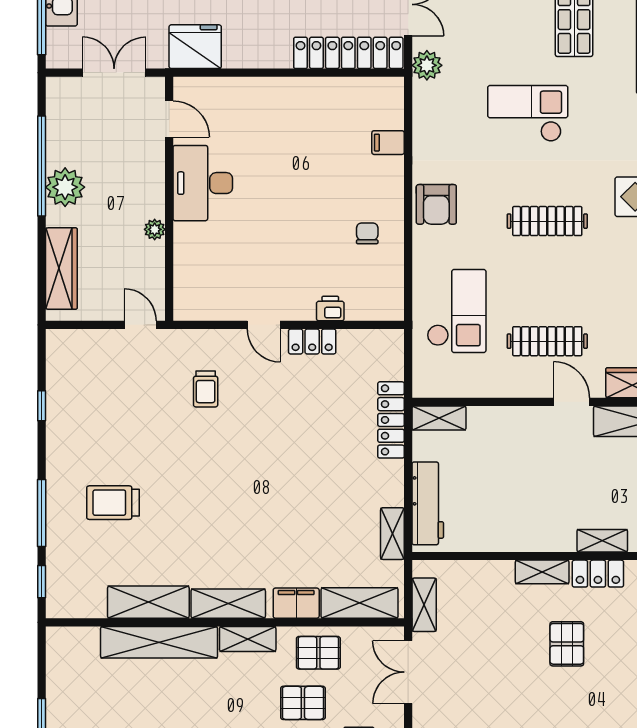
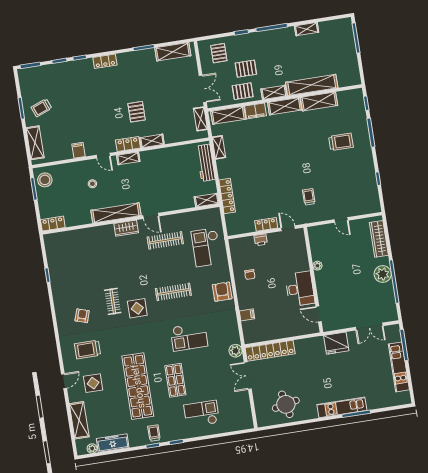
door: (169, 119) -> (319, 314), moved
desk: (203, 183) -> (300, 289), moved
wall: (169, 199) -> (313, 280), moved
plant: (155, 229) -> (317, 266), moved

